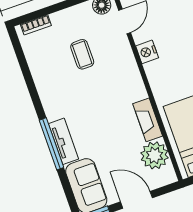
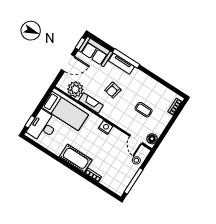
nightstand: (147, 52) -> (106, 127), moved
armchair: (104, 114) -> (113, 90), added

